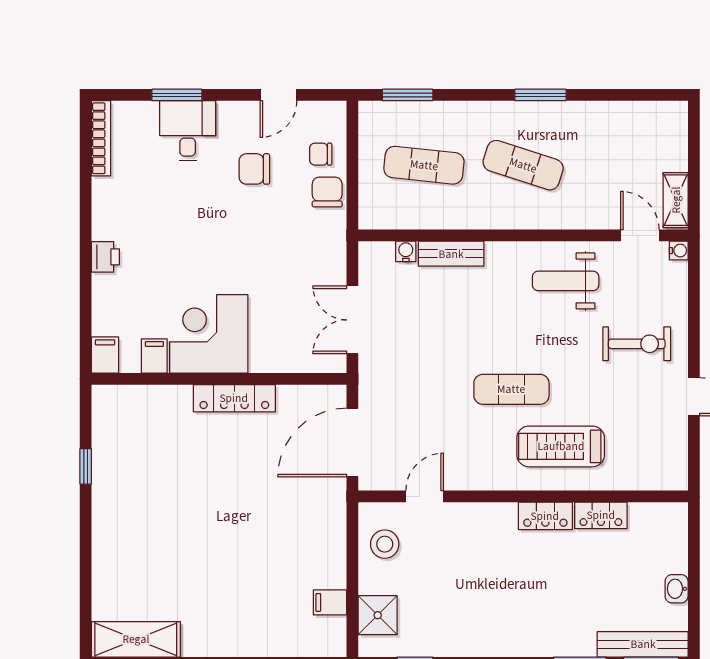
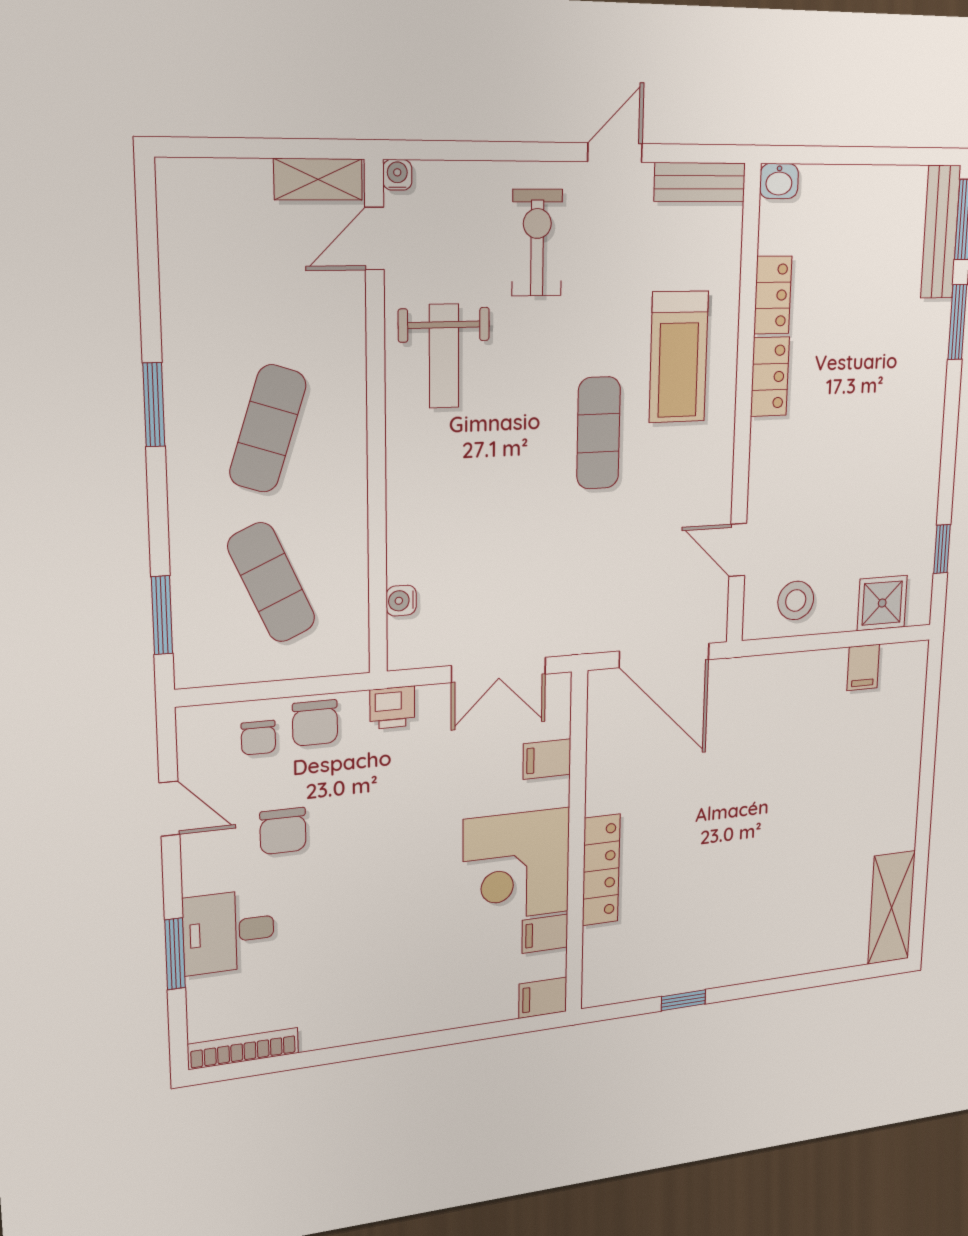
exercise mat: (424, 165) -> (271, 582), turned -30
chair: (327, 192) -> (315, 723), turned -90
bench: (451, 254) -> (700, 182), moved, turned 90
printer: (105, 257) -> (392, 708), moved, turned 180
filing cabinet: (285, 356) -> (547, 759), added
locker: (234, 398) -> (601, 870), moved
washbasin: (677, 589) -> (779, 181), moved

